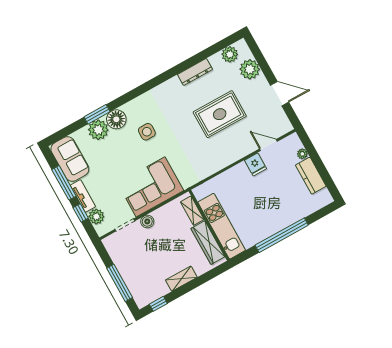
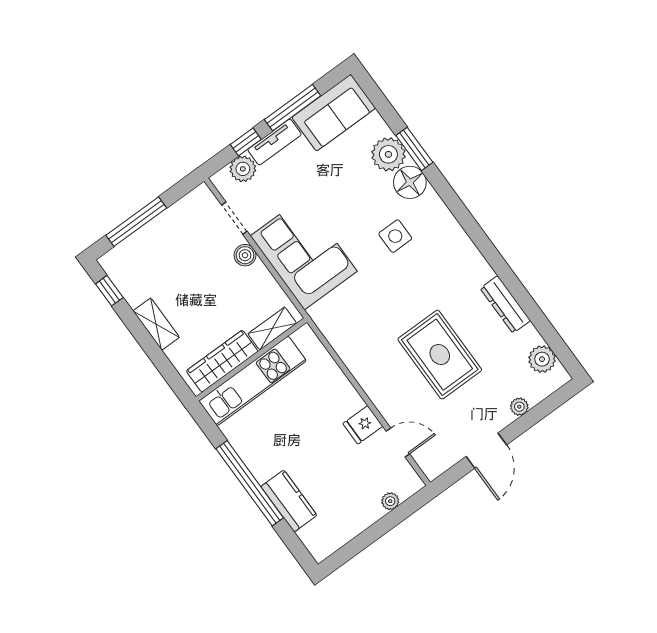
plant: (250, 69) -> (519, 407), width x0.53, depth x0.53
door: (268, 145) -> (398, 442), hinge flipped
kitchen counter: (311, 176) -> (289, 501), moved, turned 90

